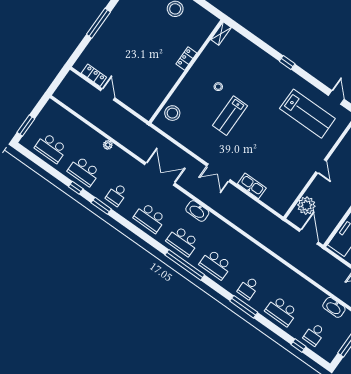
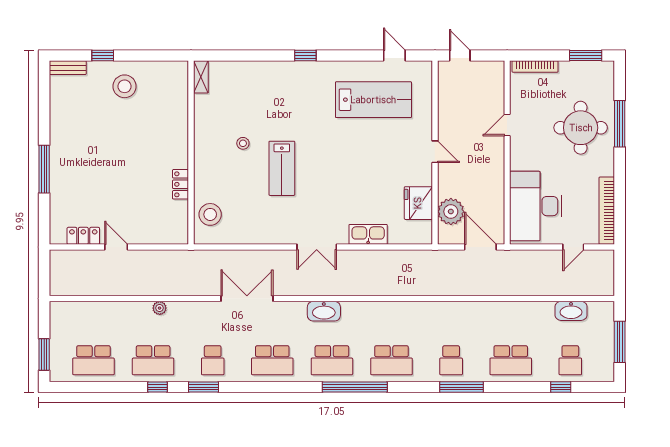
locker: (186, 58) -> (180, 184), moved
fridge: (292, 188) -> (418, 203), added

